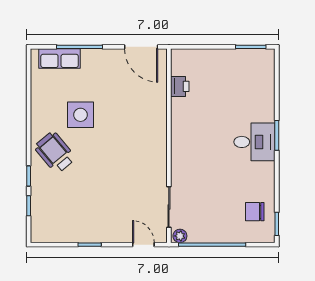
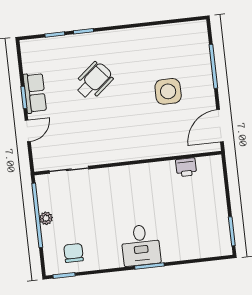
row of seats: (60, 59) -> (35, 93), moved, turned 180
side table: (80, 115) -> (168, 91), moved
wheelchair: (55, 152) -> (94, 81), moved
plant: (180, 236) -> (46, 218), moved
door: (143, 245) -> (28, 131), moved

